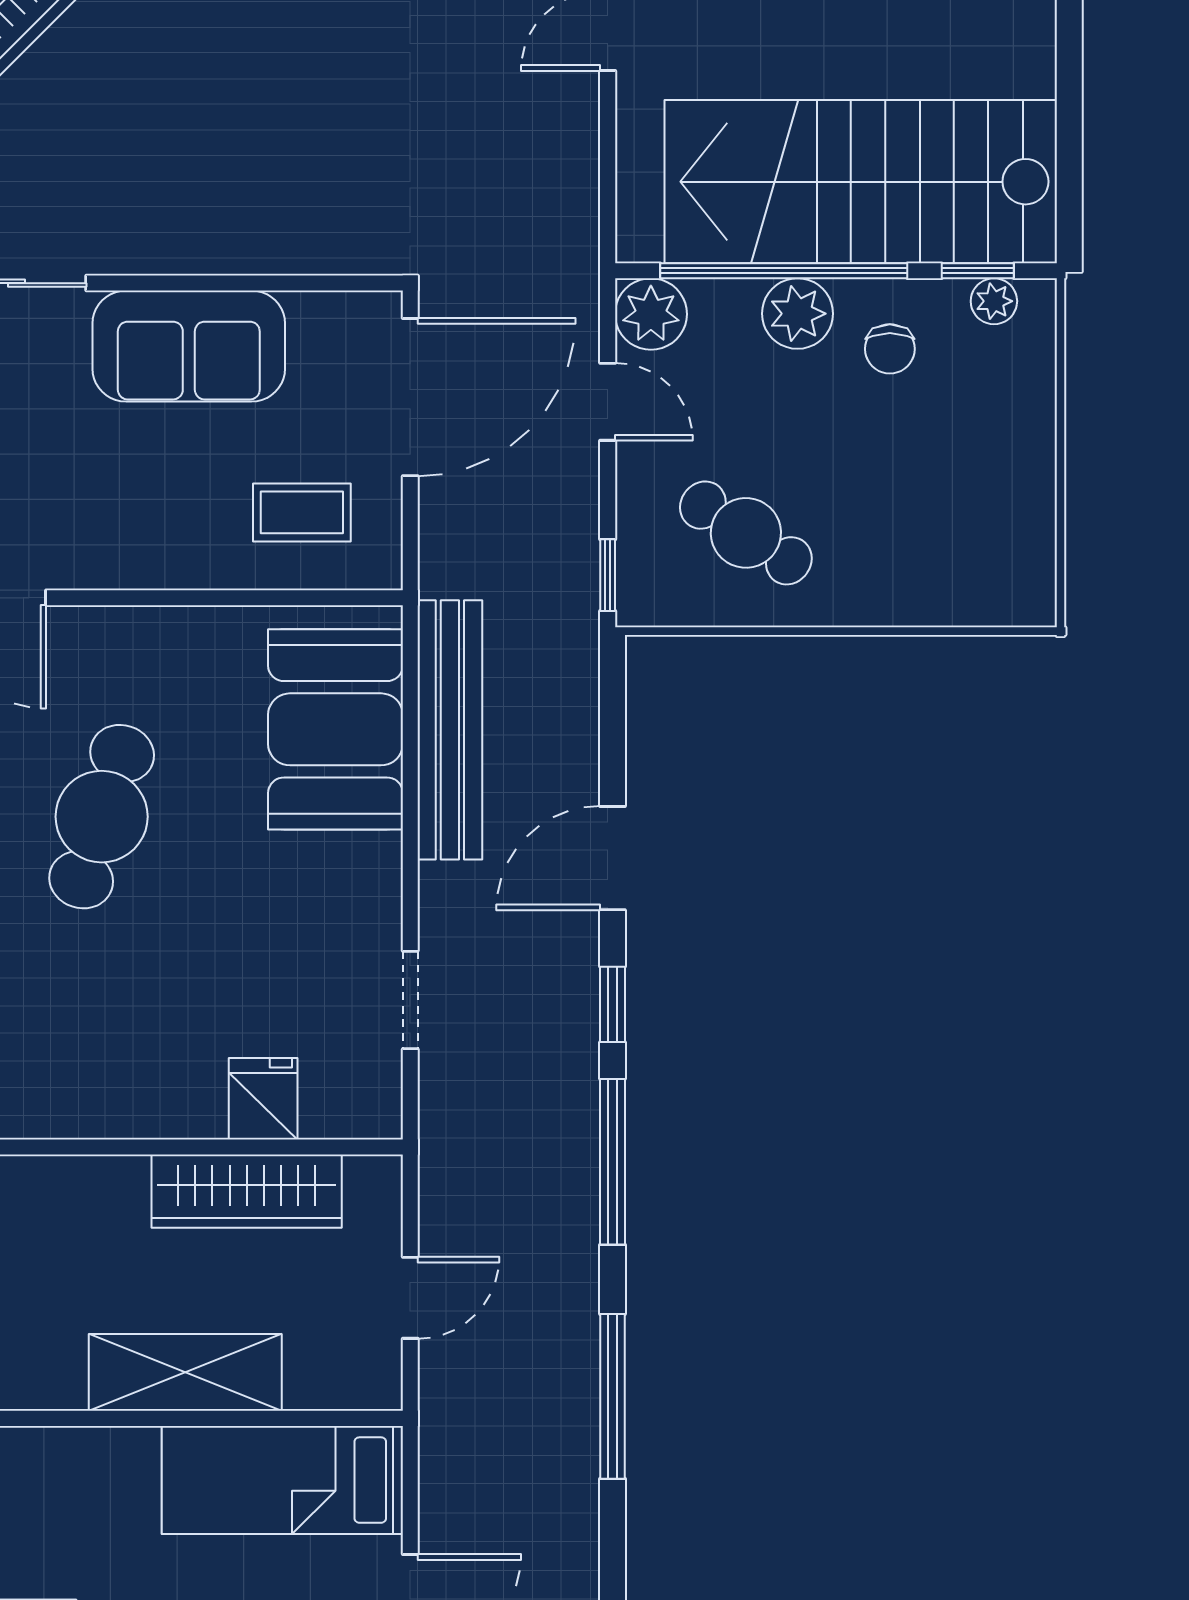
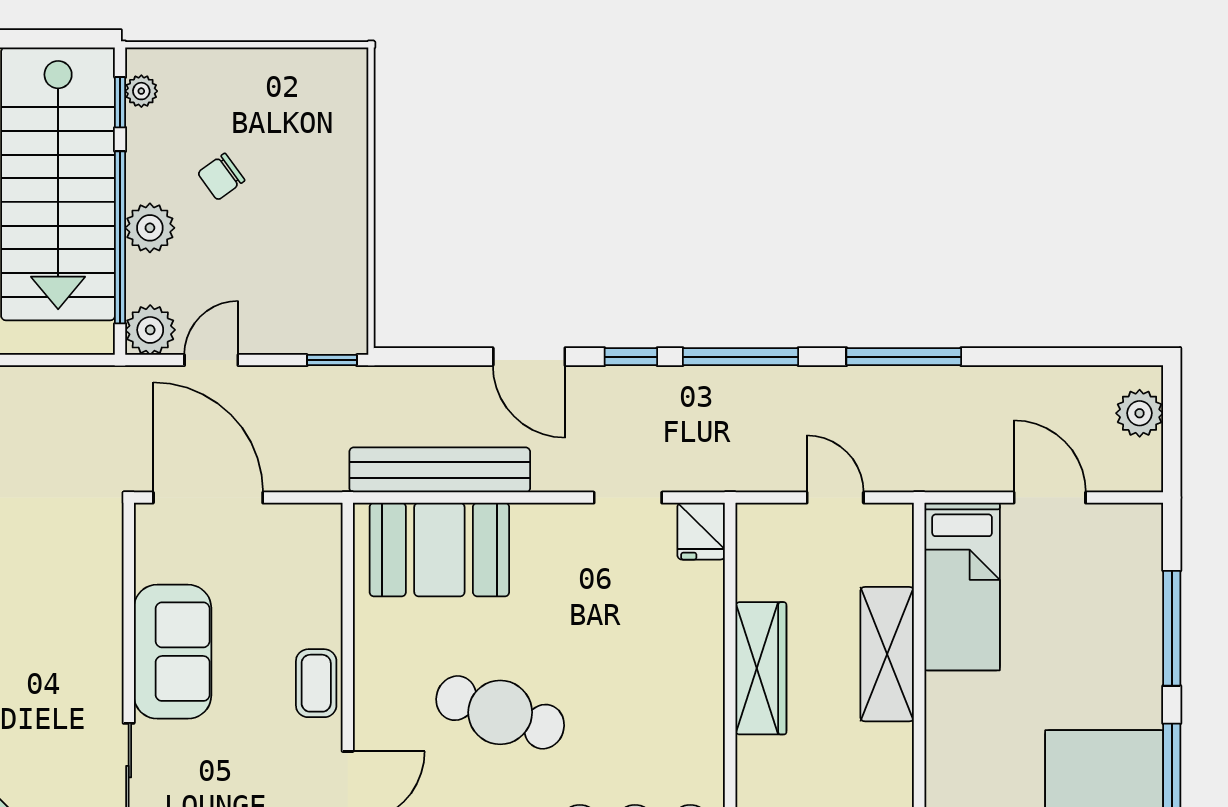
chair: (890, 349) -> (221, 177), moved, turned 144
coffee table: (302, 512) -> (316, 683), moved
cafe table: (746, 533) -> (303, 264), removed
fridge: (263, 1099) -> (701, 531), moved, turned -90
wardrobe: (247, 1191) -> (761, 668), moved

